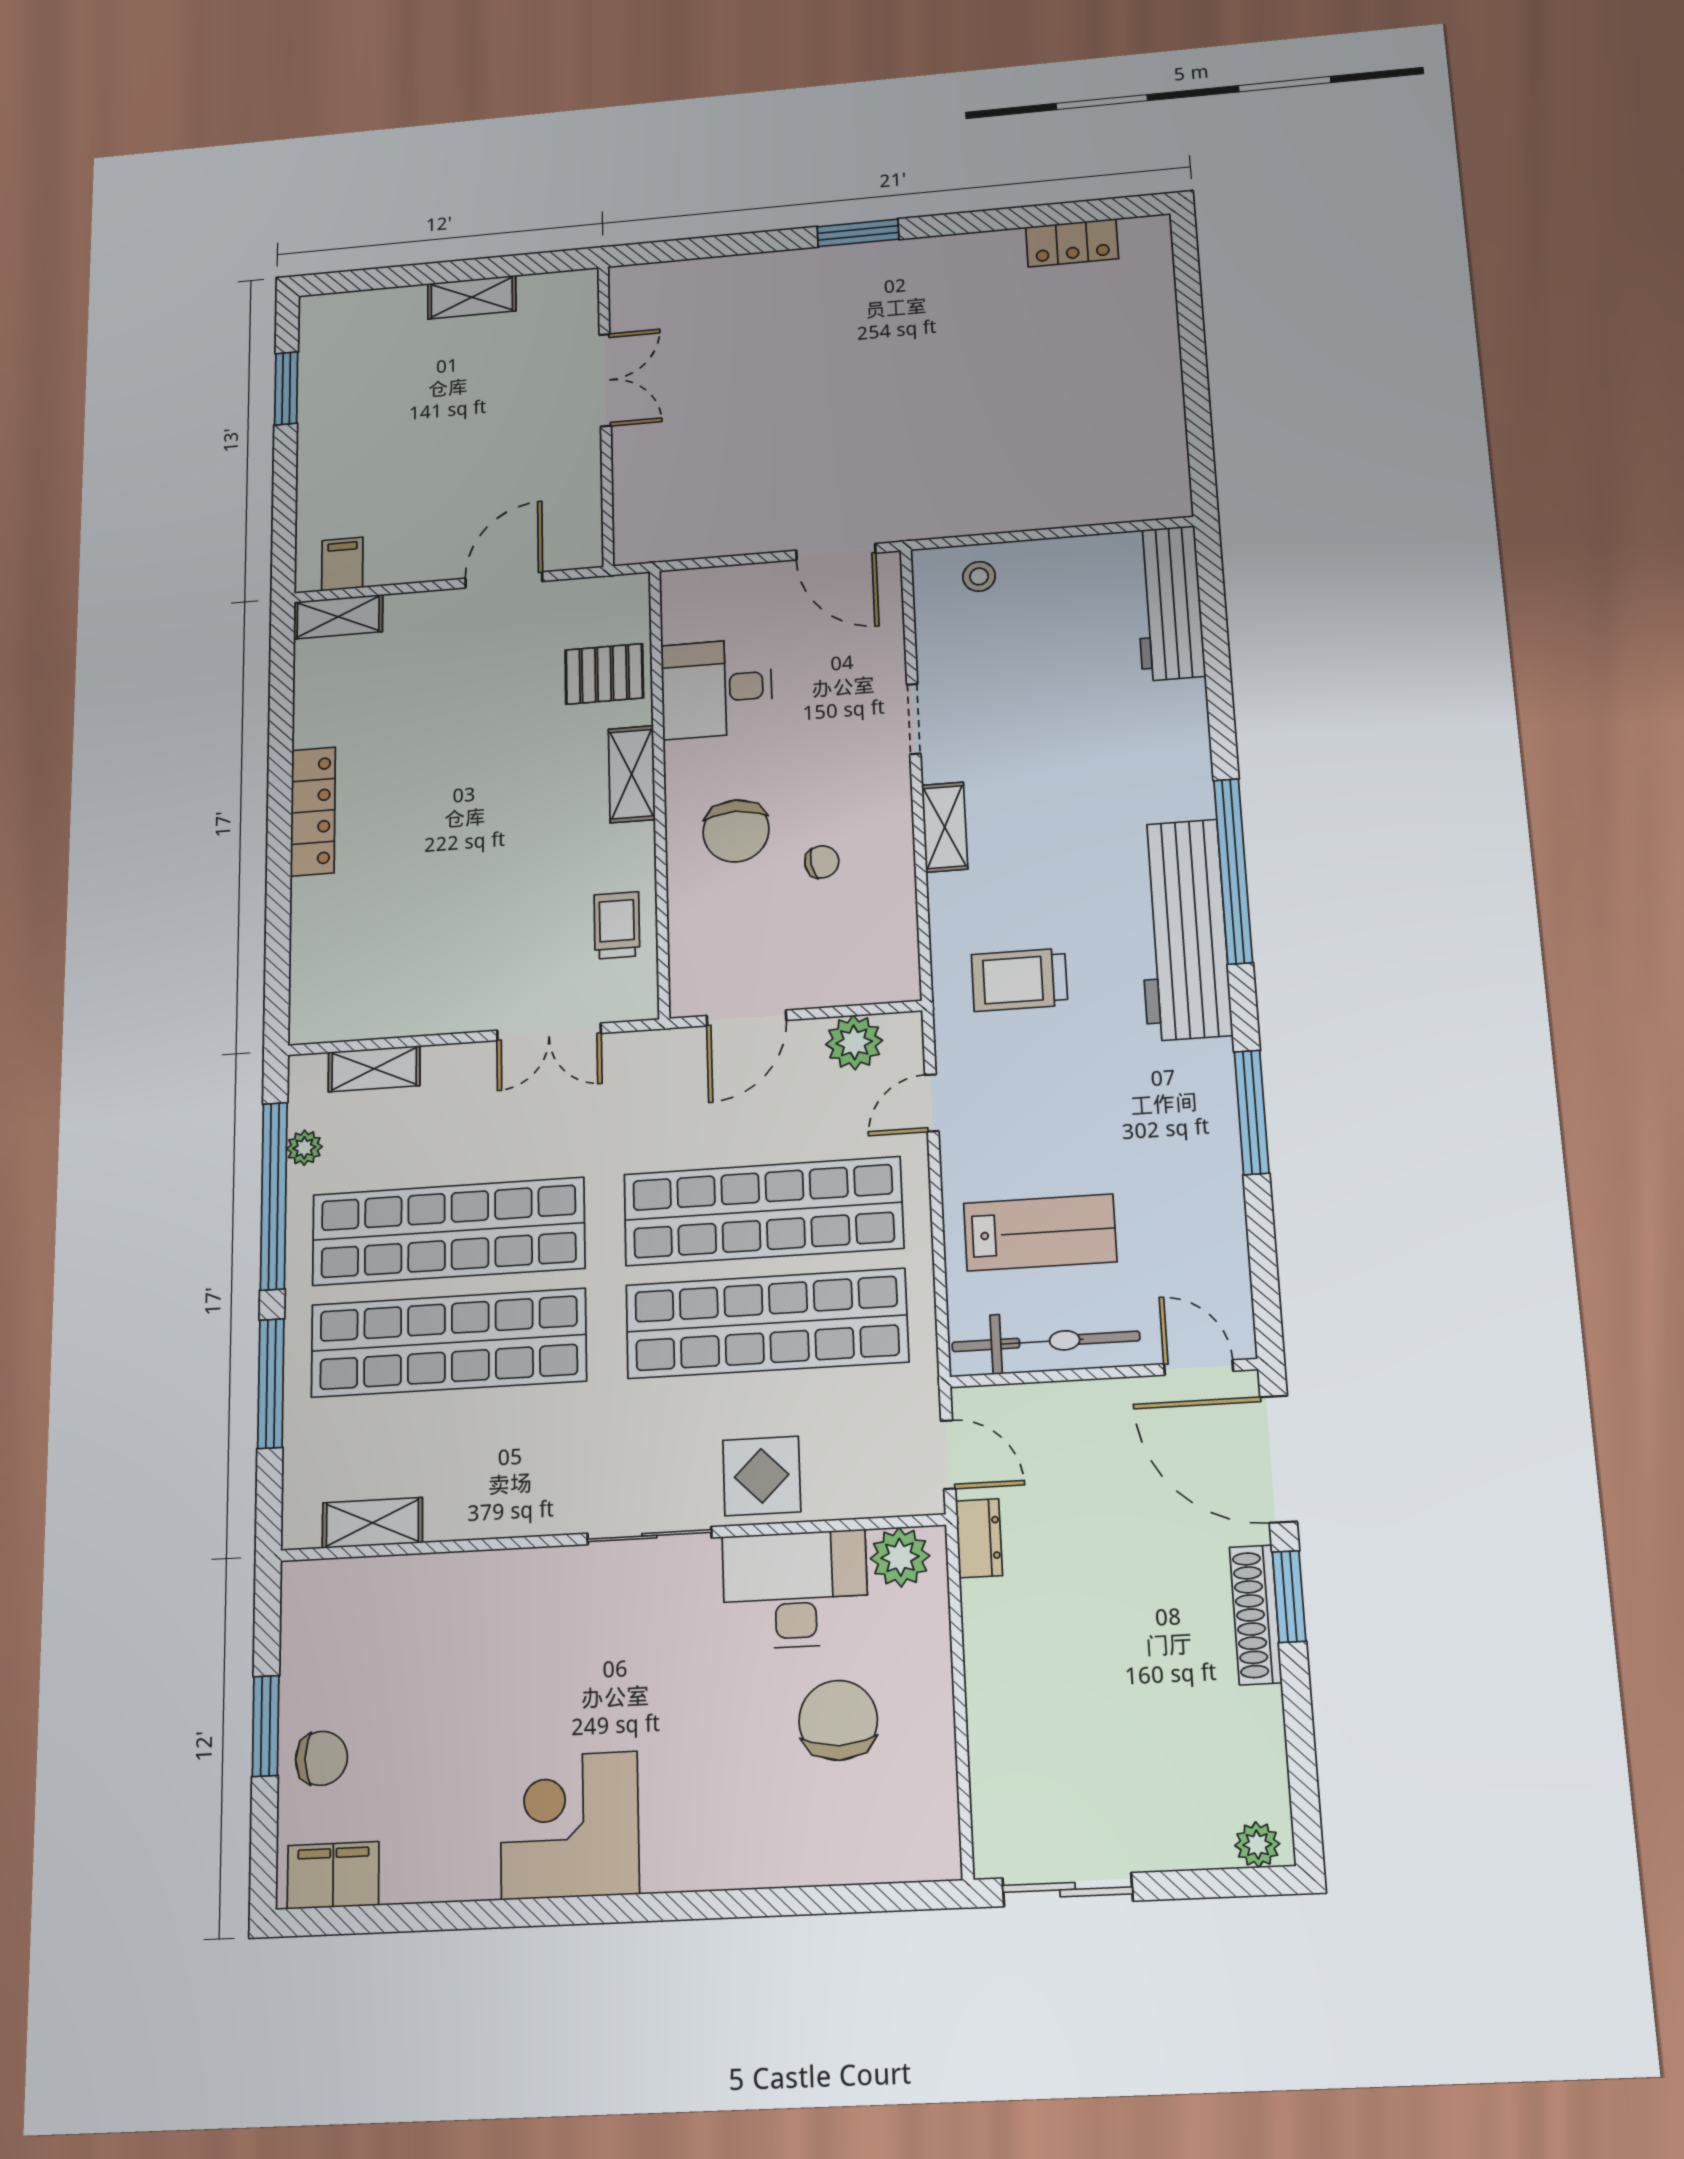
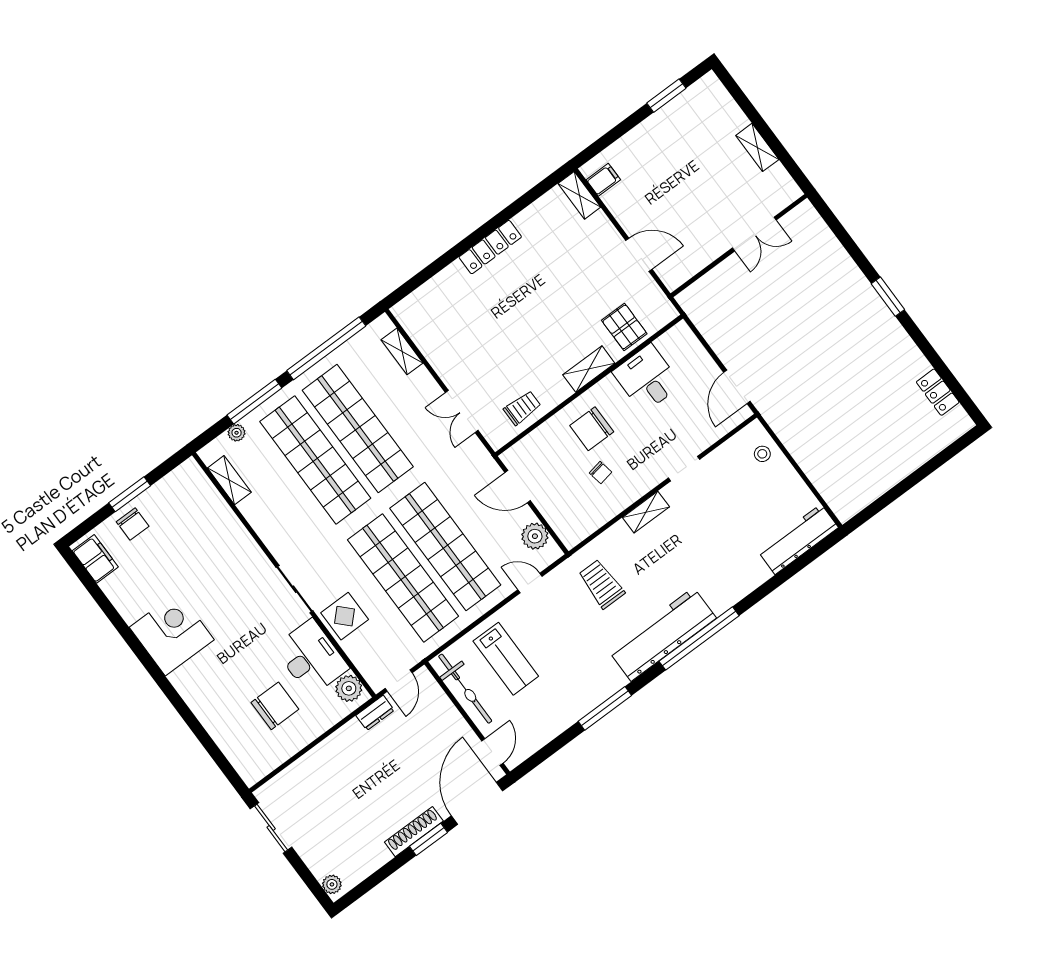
plant: (304, 1148) -> (237, 433), moved

